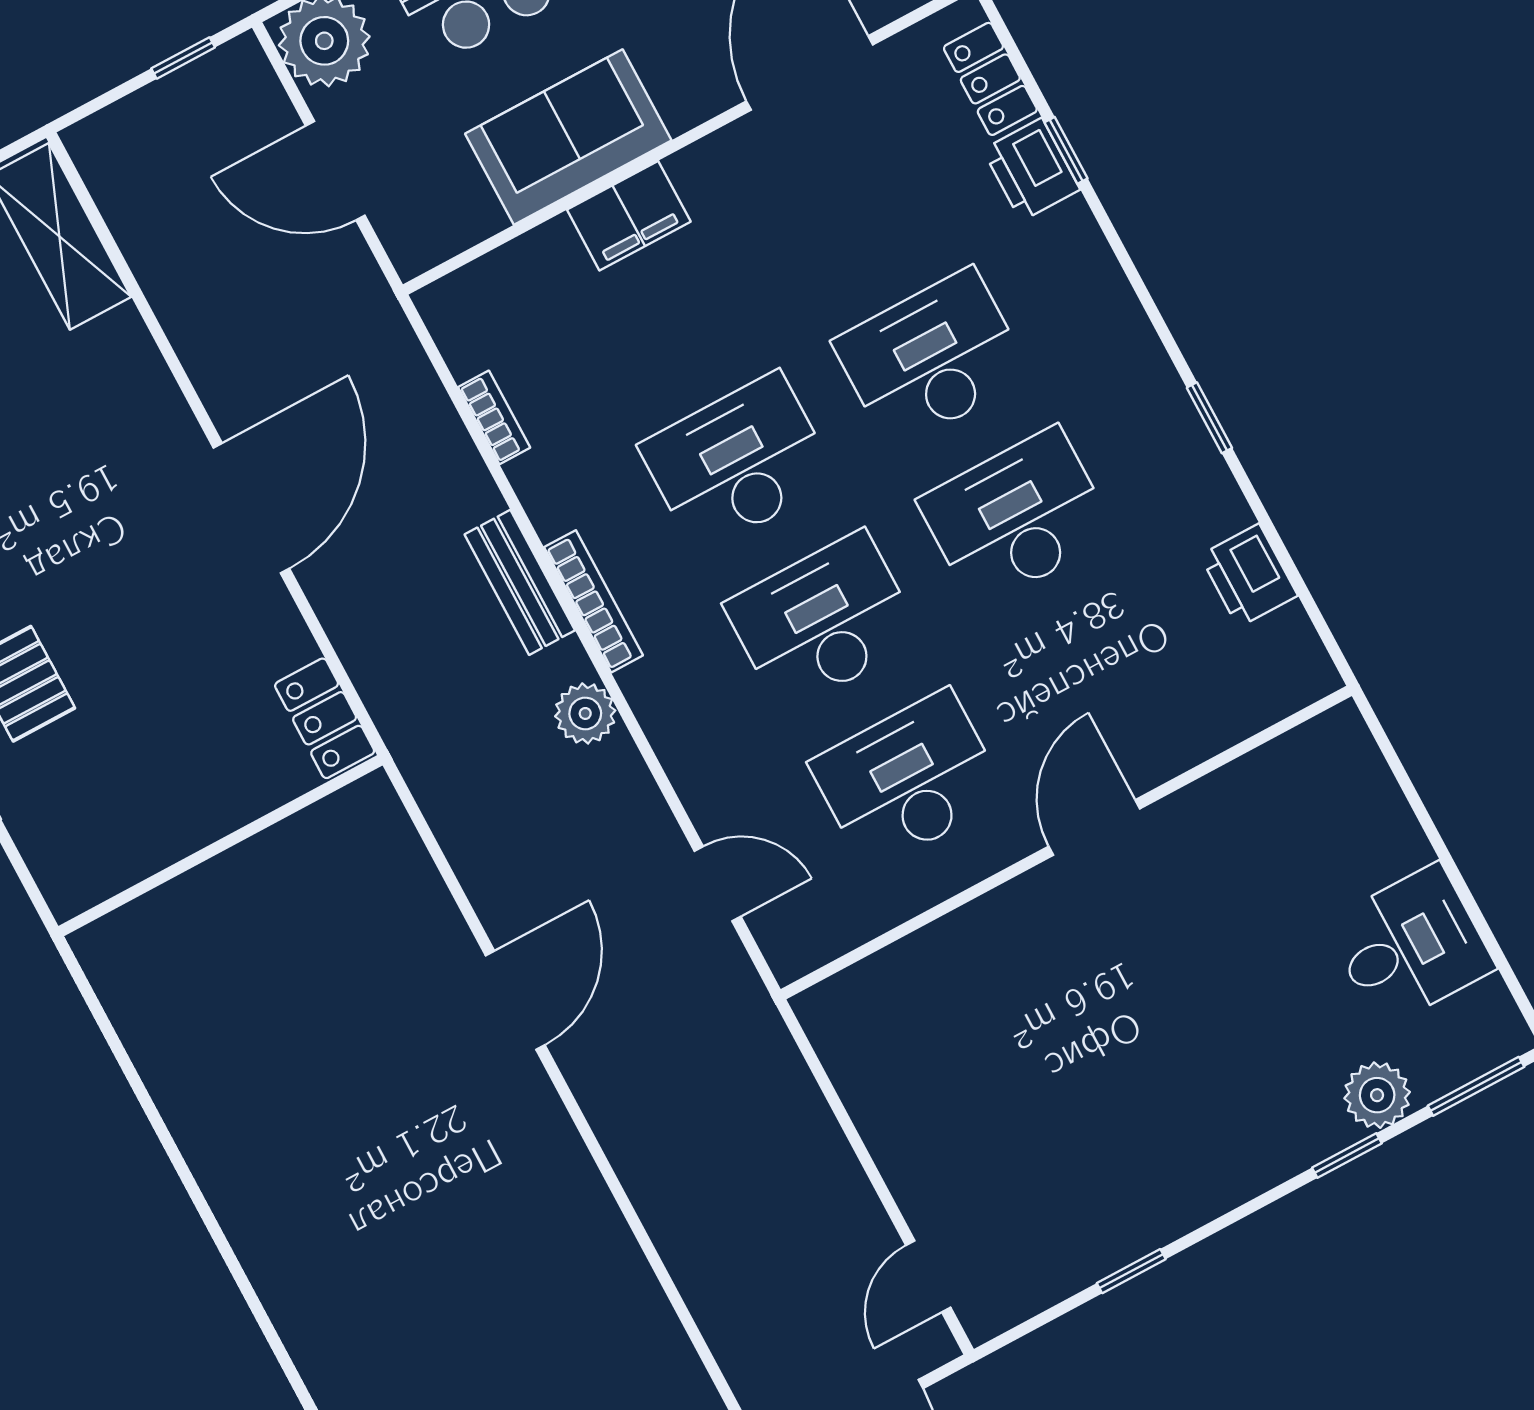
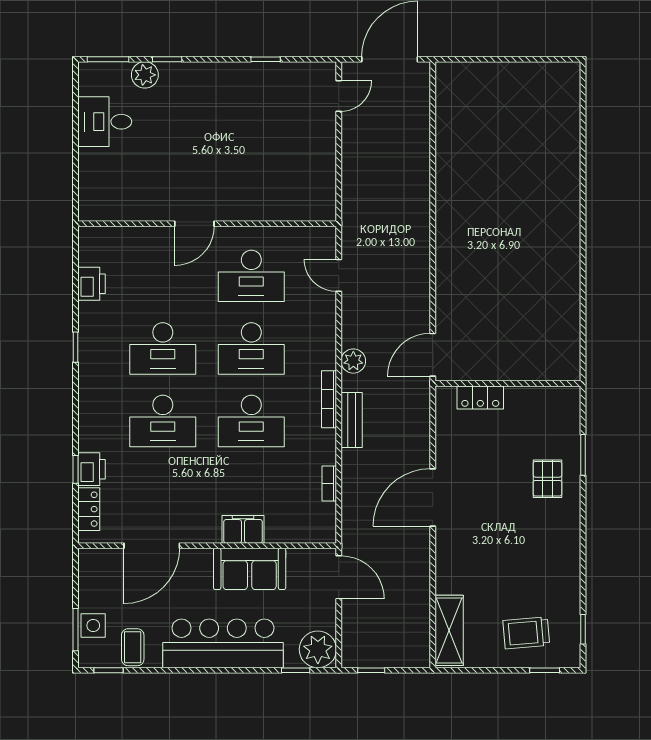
door: (335, 171) -> (339, 577), moved
locker: (325, 718) -> (480, 398), moved, turned 90
door: (515, 1000) -> (433, 355), moved

